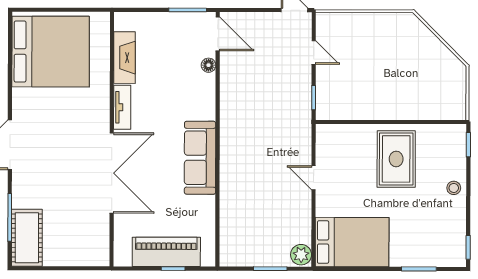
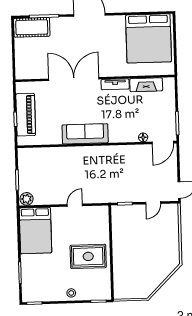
double door: (112, 173) -> (74, 79), swing flipped

